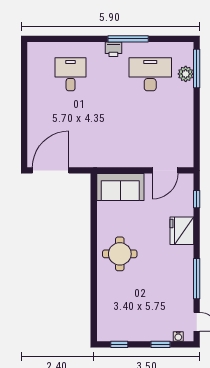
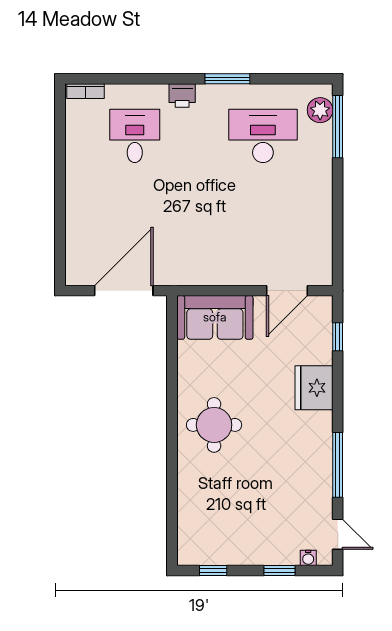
window: (128, 39) -> (227, 79), width x0.69
bookcase: (40, 47) -> (86, 91), added
printer: (113, 49) -> (182, 96), moved
plant: (186, 74) -> (320, 110), moved
door: (51, 170) -> (124, 291), moved

